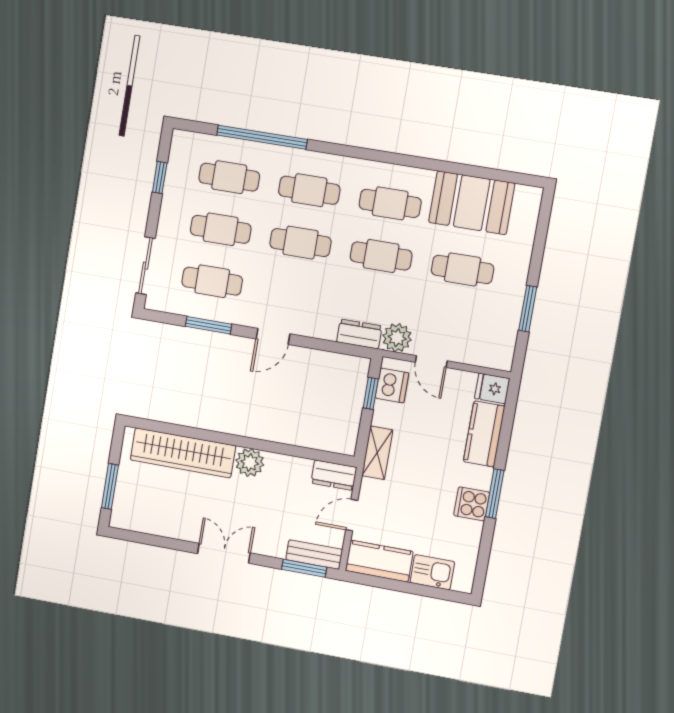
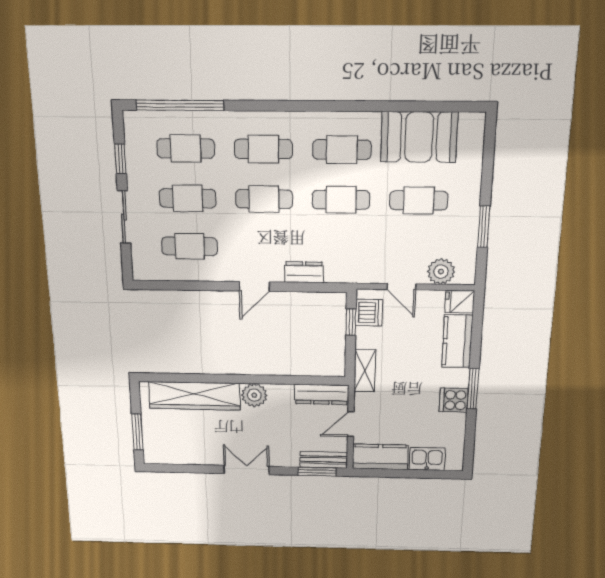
window: (262, 137) -> (180, 105), moved
sliding door: (145, 266) -> (124, 217), moved
window: (209, 325) -> (194, 286), removed
dresser: (359, 334) -> (304, 272), moved
plant: (397, 338) -> (441, 272), moved
dresser: (334, 475) -> (321, 394), width x1.44

